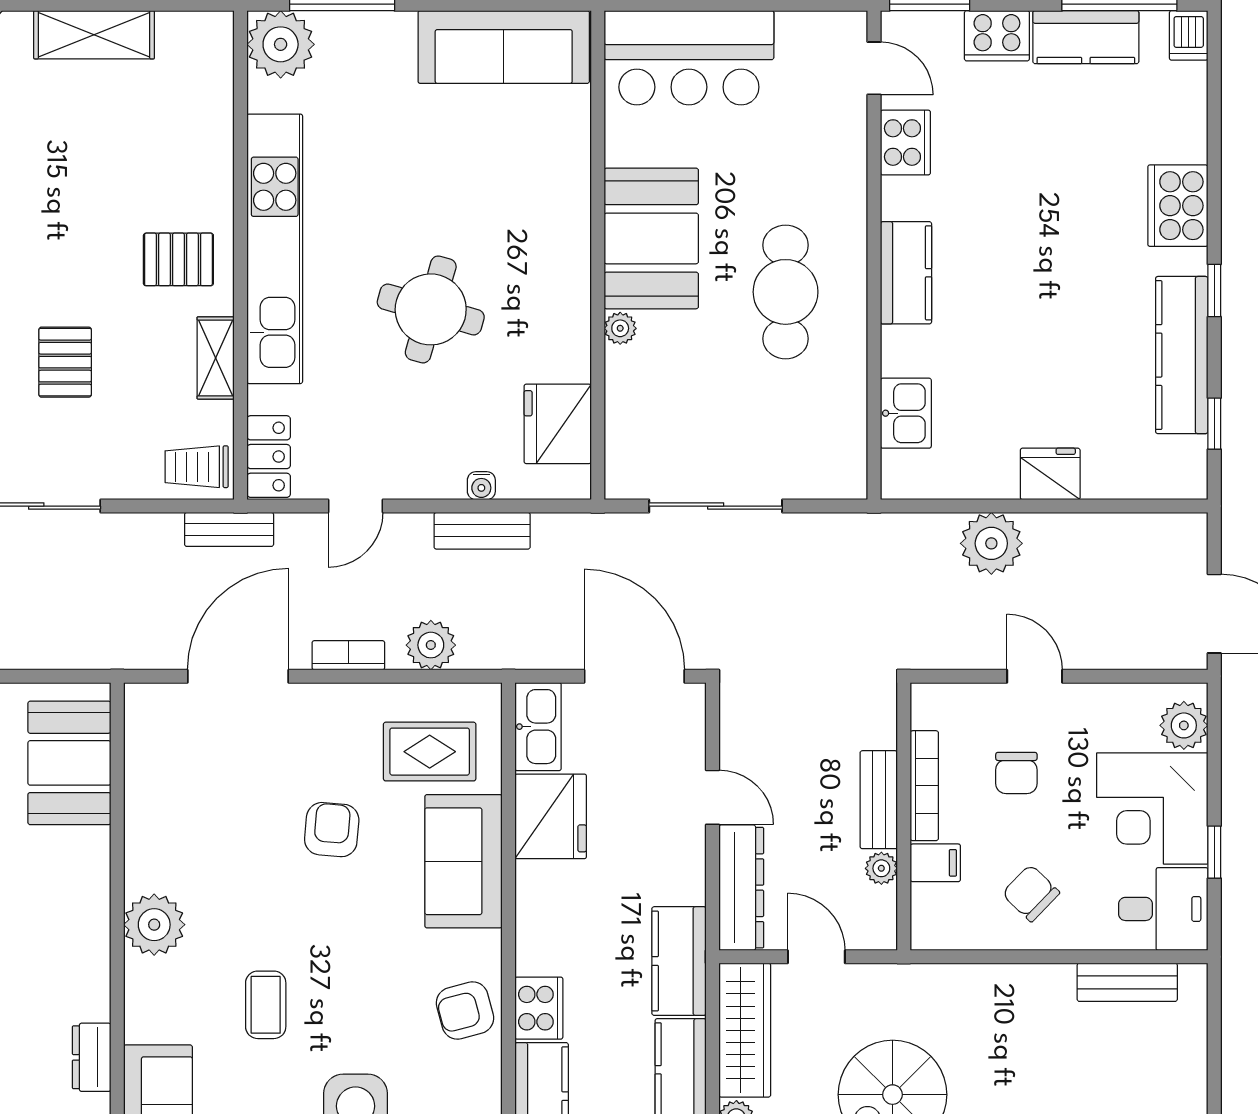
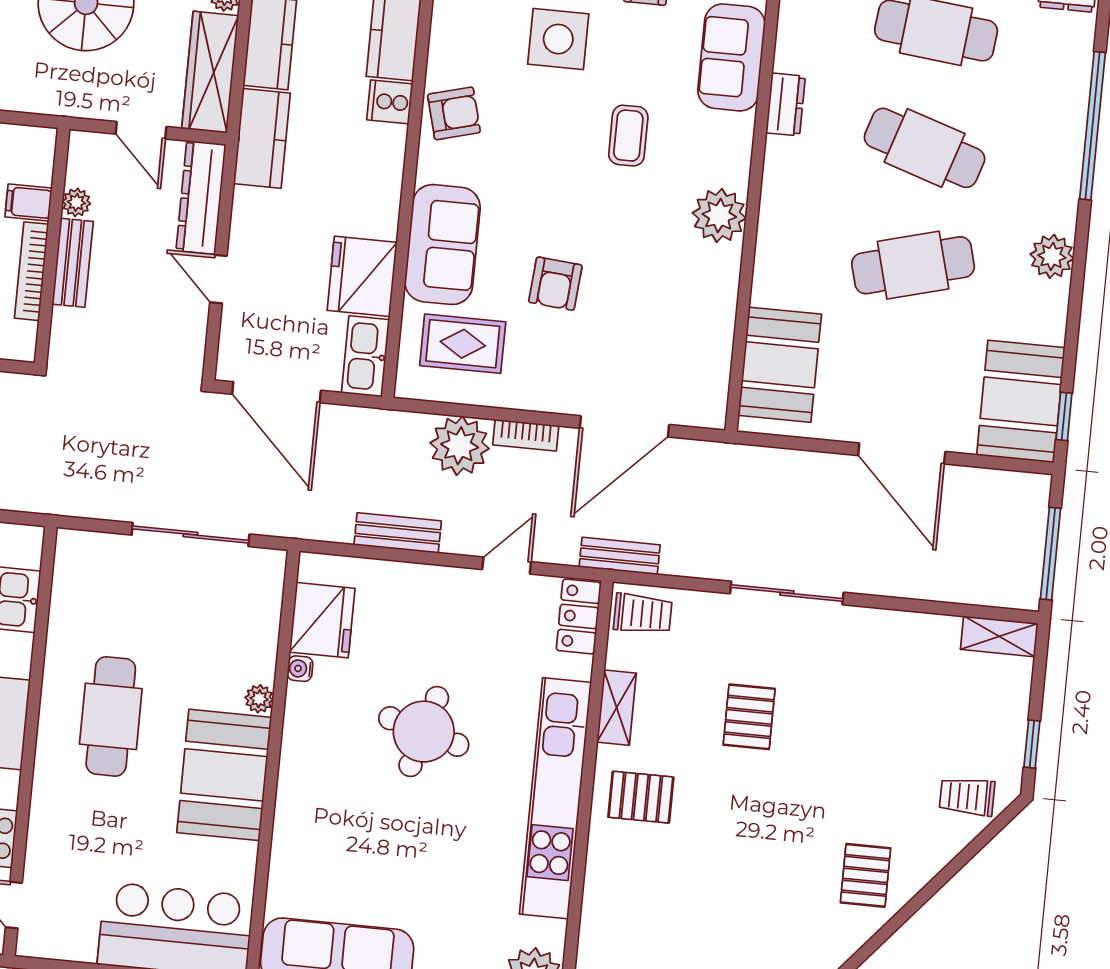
water cooler: (481, 486) -> (300, 669), moved, turned -90
plant: (431, 645) -> (460, 446), width x1.36, depth x1.36
cooker: (539, 1008) -> (390, 102), width x0.73

